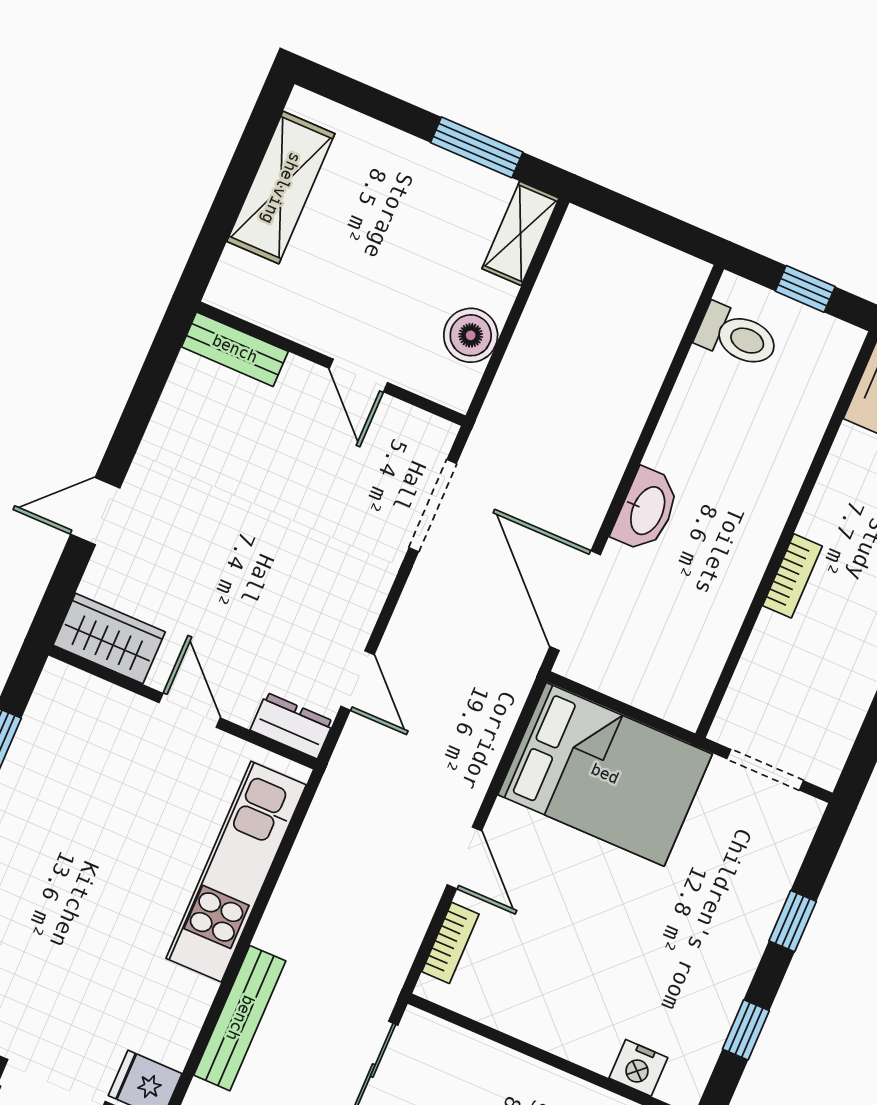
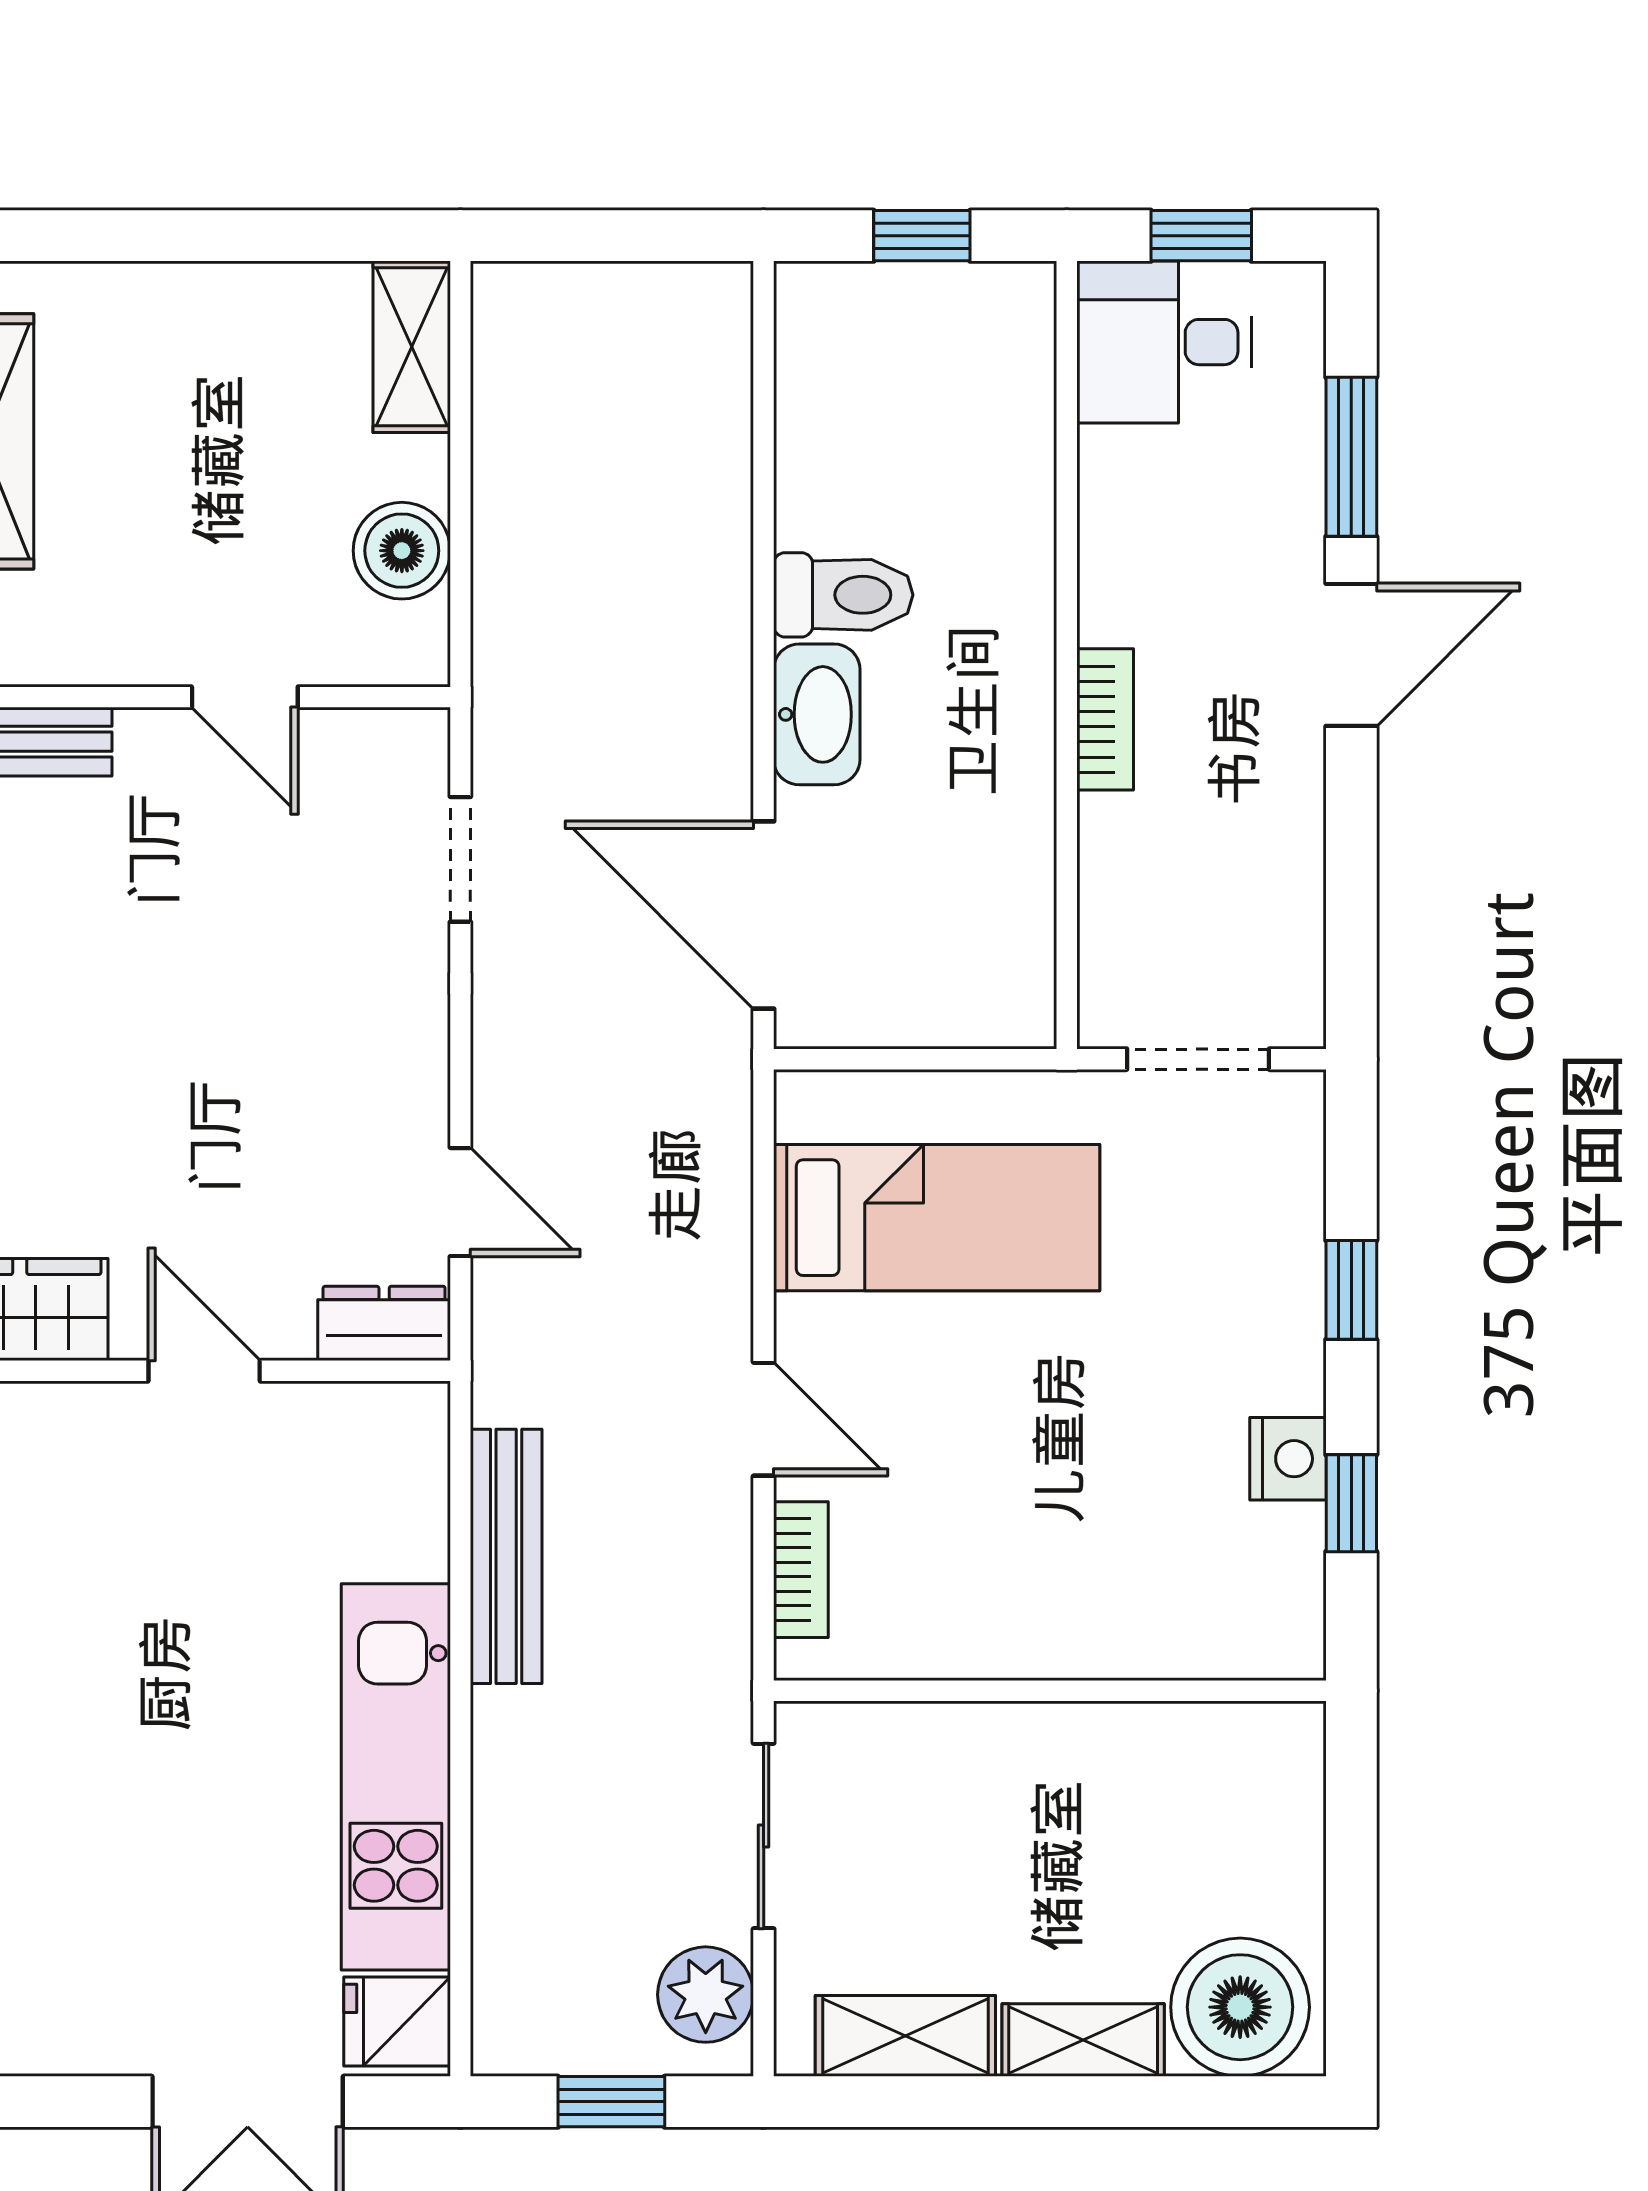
window: (477, 147) -> (278, 236), removed
toilet: (737, 336) -> (843, 595), moved
doorway: (433, 506) -> (460, 859), width x0.73
bed: (605, 774) -> (937, 1218), width x0.67
kitchen unit: (236, 872) -> (396, 1777), moved
bench: (240, 1018) -> (506, 1556), moved
nightstand: (638, 1068) -> (1288, 1459), moved, turned -90

